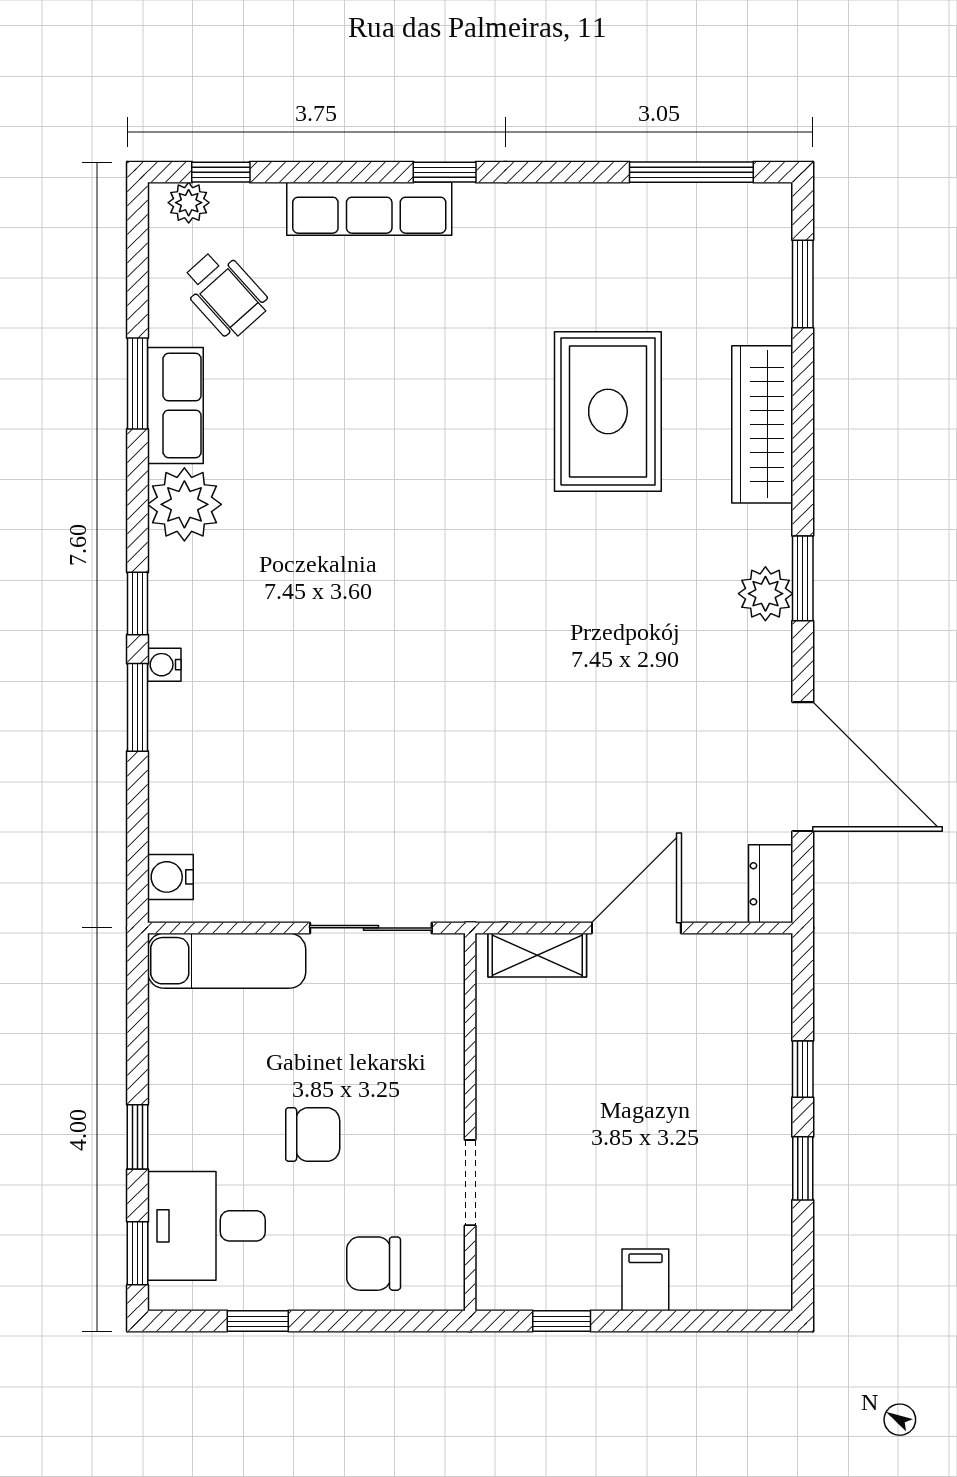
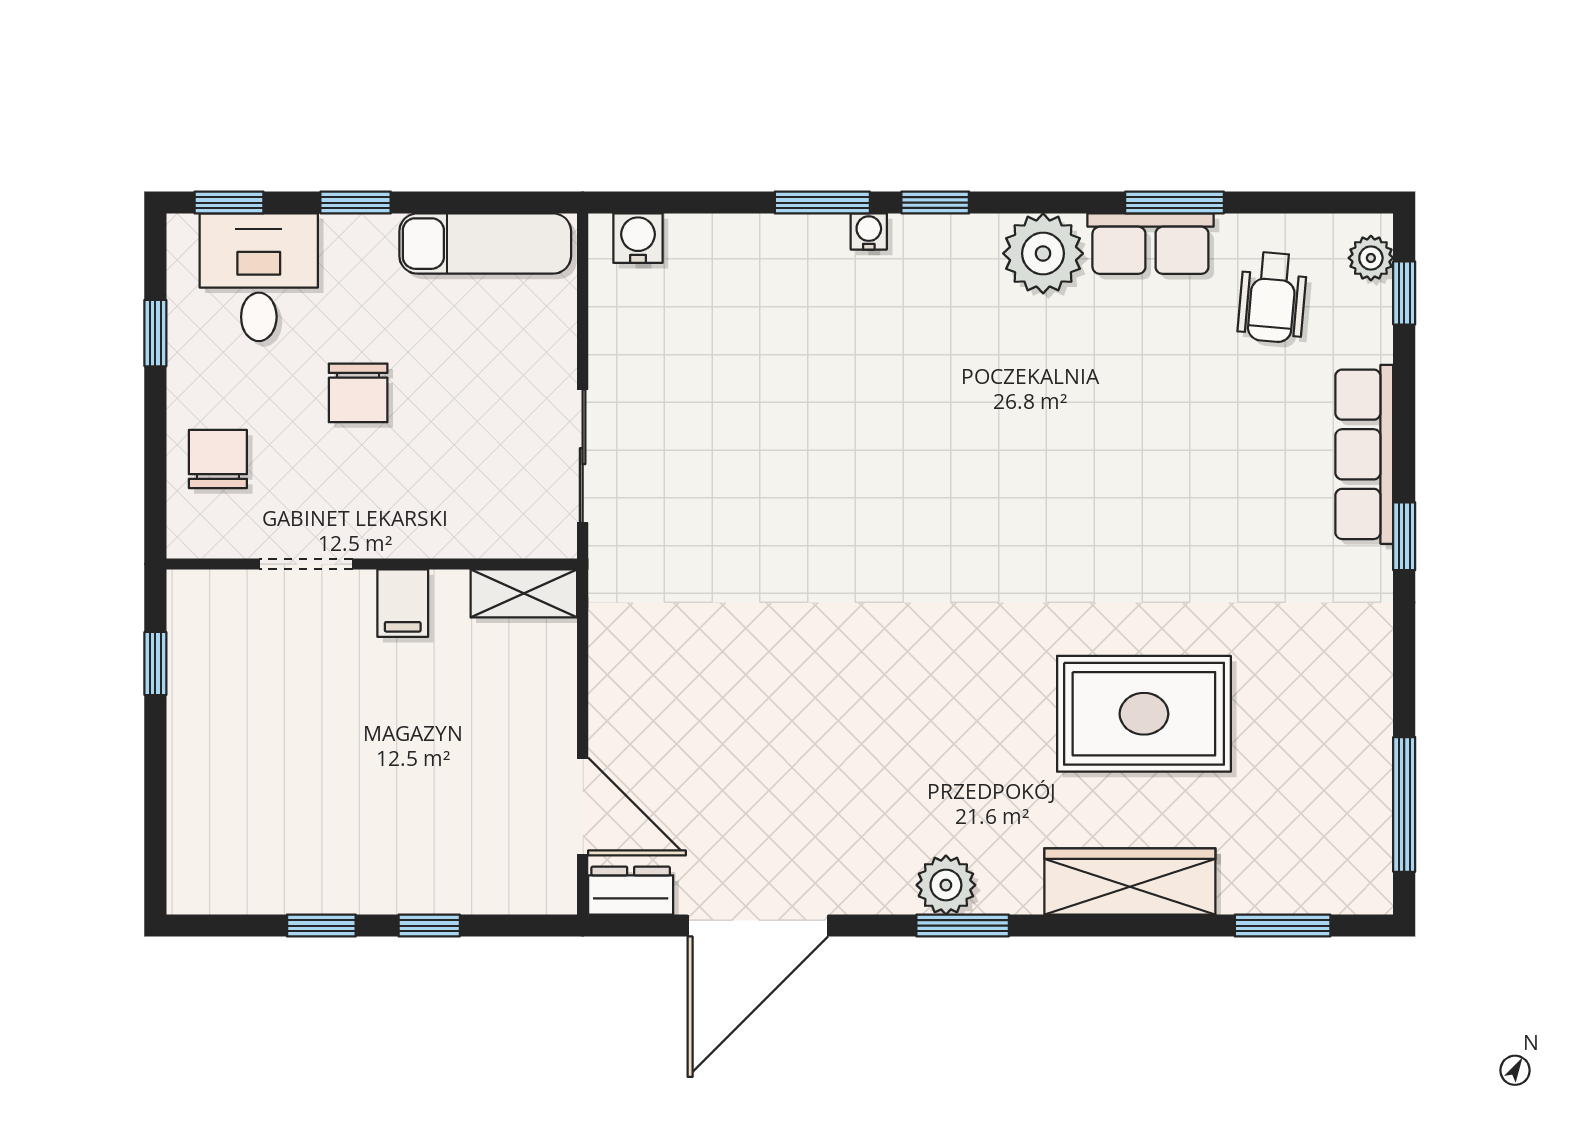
wheelchair: (225, 293) -> (1272, 297), turned -43
door: (636, 928) -> (583, 807), moved
shelving: (537, 955) -> (524, 593), moved, turned 90
exam couch: (227, 961) -> (485, 244), moved, turned -90
filing cabinet: (645, 1280) -> (403, 603), moved, turned 90

